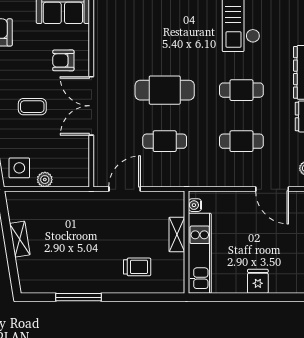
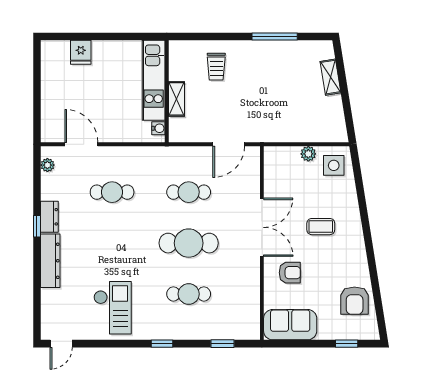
cafe table: (241, 90) -> (189, 294), moved
shelving: (20, 239) -> (331, 77), moved
trolley: (137, 267) -> (216, 67), turned -90
fridge: (258, 281) -> (81, 52), moved

